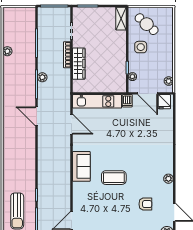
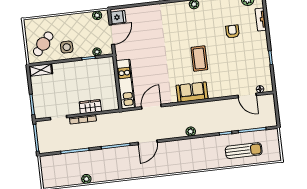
wardrobe: (79, 64) -> (90, 107), width x0.67
plant: (42, 77) -> (191, 131), moved
dishwasher: (127, 101) -> (122, 54), removed
armchair: (145, 204) -> (233, 32), moved

